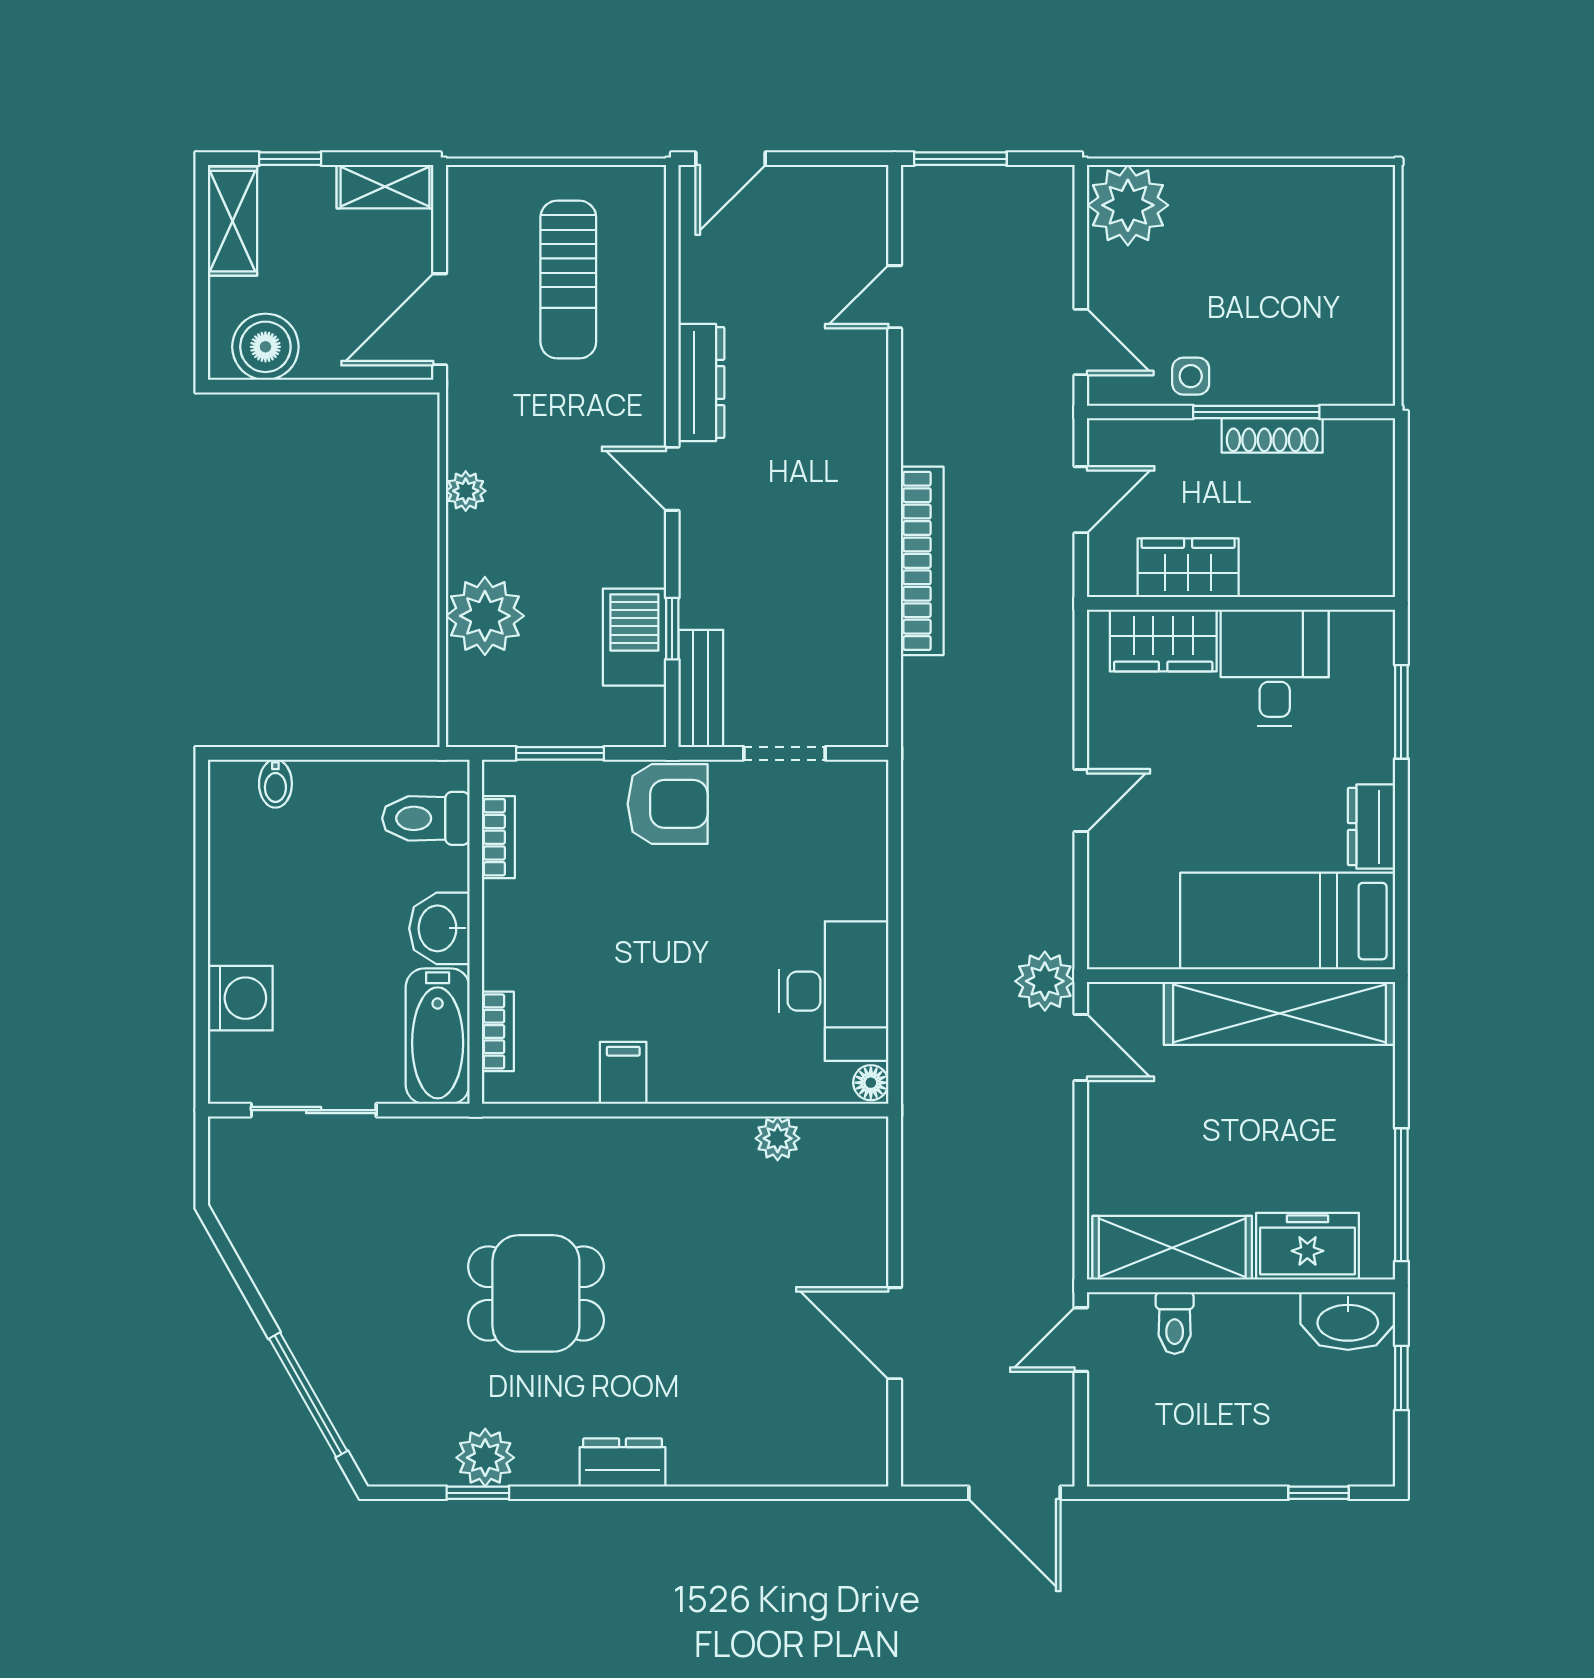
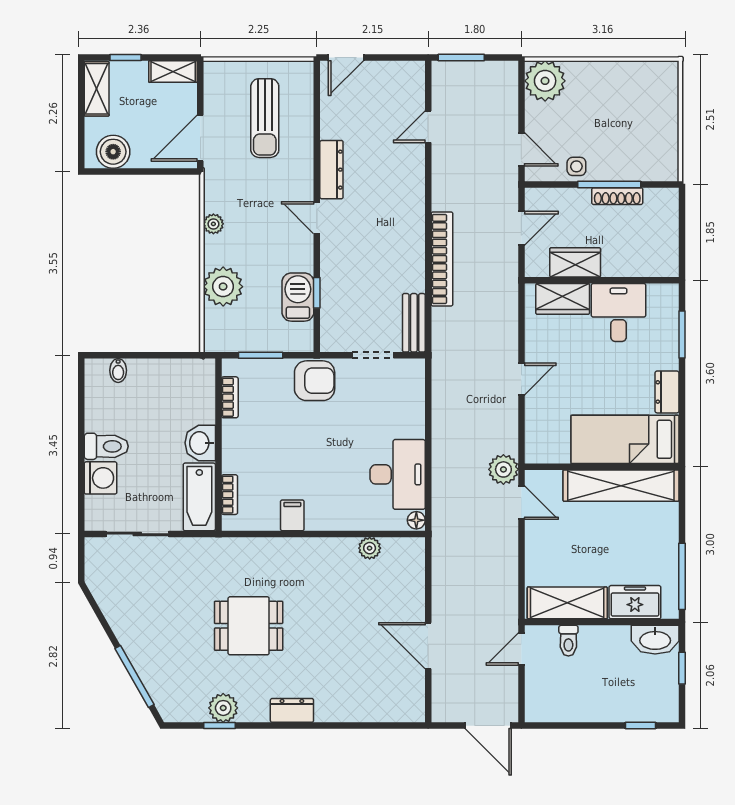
bench: (701, 688) -> (414, 323), moved
toilet: (426, 818) -> (106, 446), moved, turned 180

